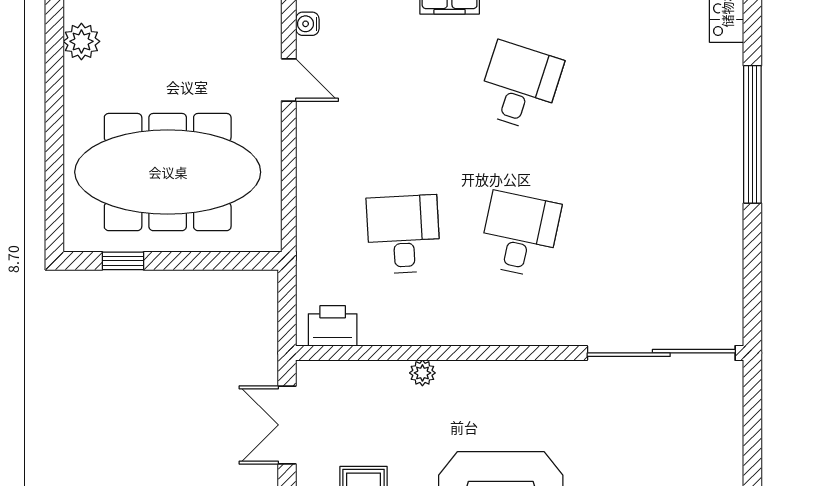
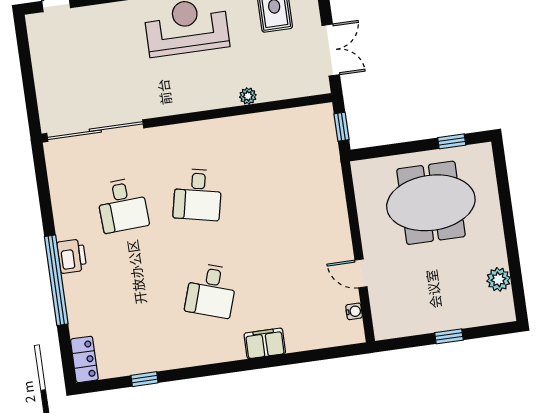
meeting table: (168, 172) -> (431, 203), width x0.73
desk: (403, 234) -> (122, 205), moved
window: (287, 307) -> (341, 127), added
printer: (333, 326) -> (72, 256), moved, turned -90

